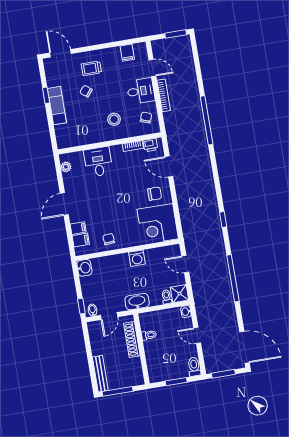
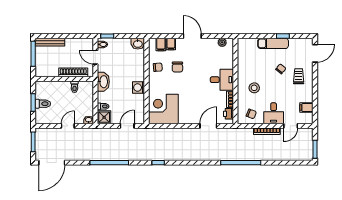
desk: (98, 162) -> (222, 80), moved
chair: (155, 194) -> (177, 67), moved
toilet: (194, 367) -> (43, 104), moved

